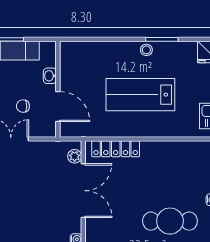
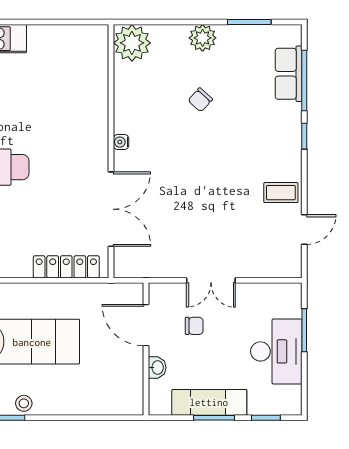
plant: (75, 156) -> (123, 256), removed
double door: (83, 191) -> (111, 209), swing flipped

